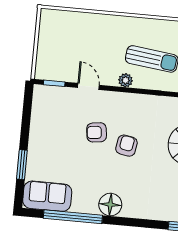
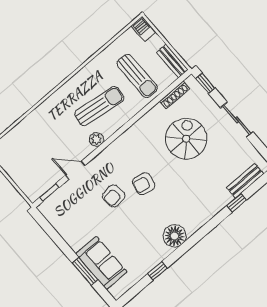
armchair: (126, 146) -> (144, 184), turned -89
sofa: (47, 196) -> (101, 263), moved, turned 90
window: (73, 217) -> (157, 271), width x0.32

